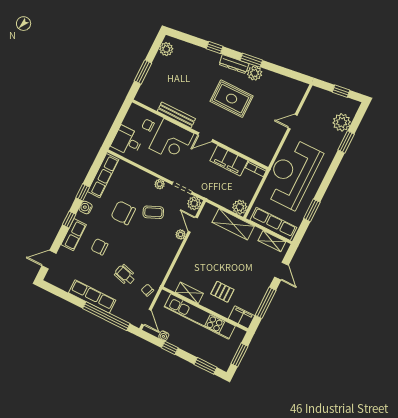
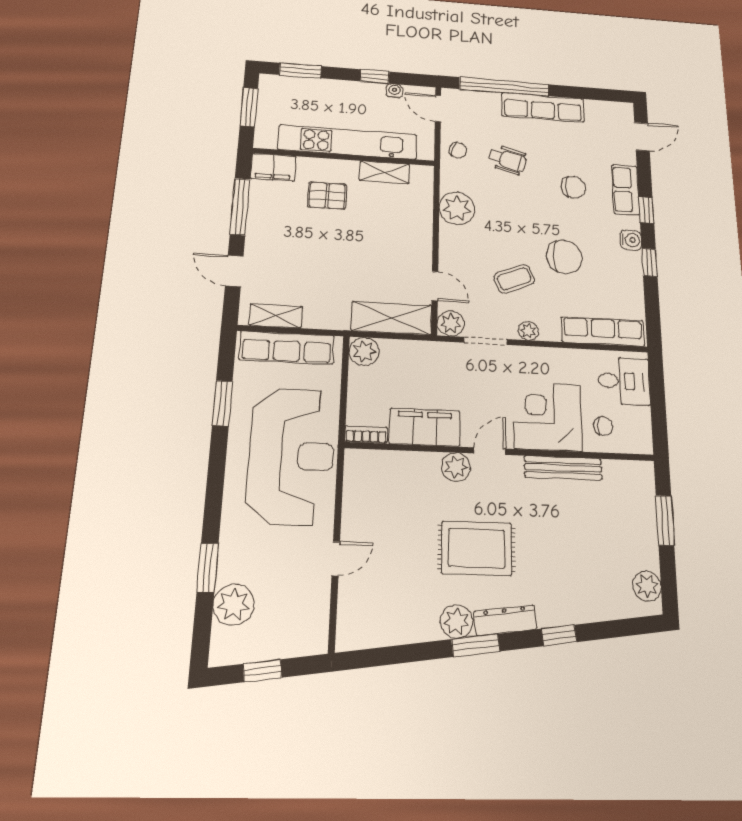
plant: (224, 137) -> (456, 467), added
row of seats: (103, 176) -> (603, 331), moved, turned 90
shelving: (233, 224) -> (392, 318), moved
plant: (181, 234) -> (457, 208), moved, width x1.88, depth x1.88

